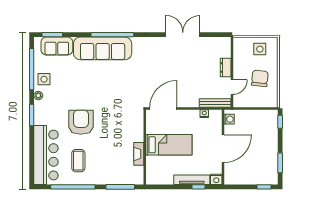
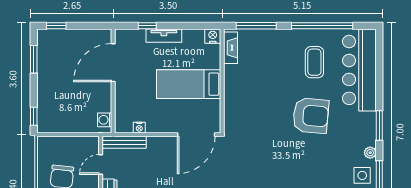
armchair: (81, 122) -> (311, 116), turned -85
door: (223, 149) -> (113, 63), moved
fireplace: (139, 154) -> (230, 48), moved
nightstand: (216, 179) -> (213, 36), moved
tv unit: (192, 180) -> (164, 36), width x0.71

